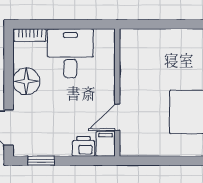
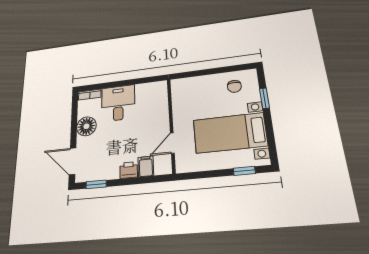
wall: (117, 93) -> (171, 125), moved
door: (117, 117) -> (172, 143), moved

